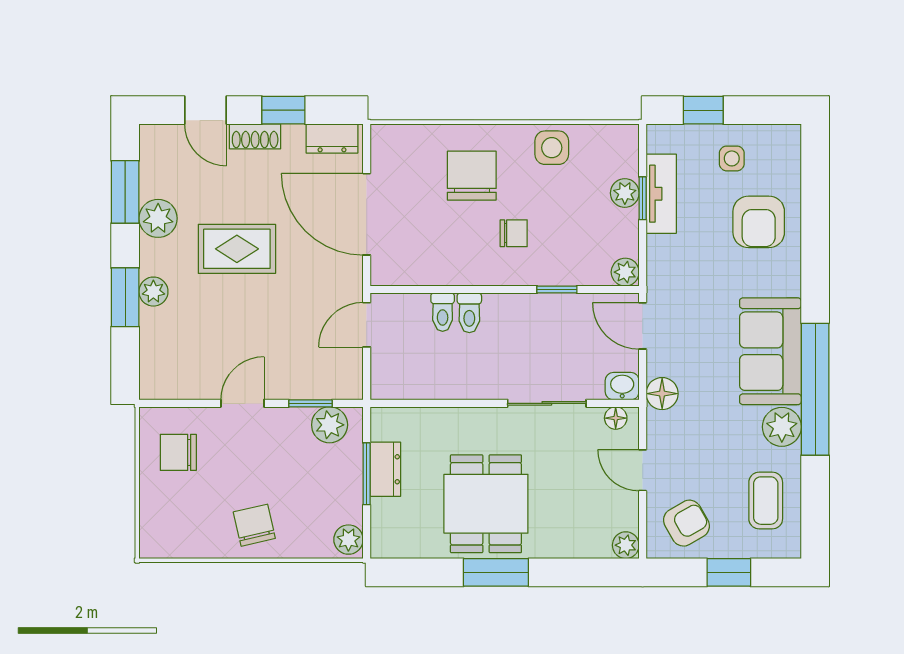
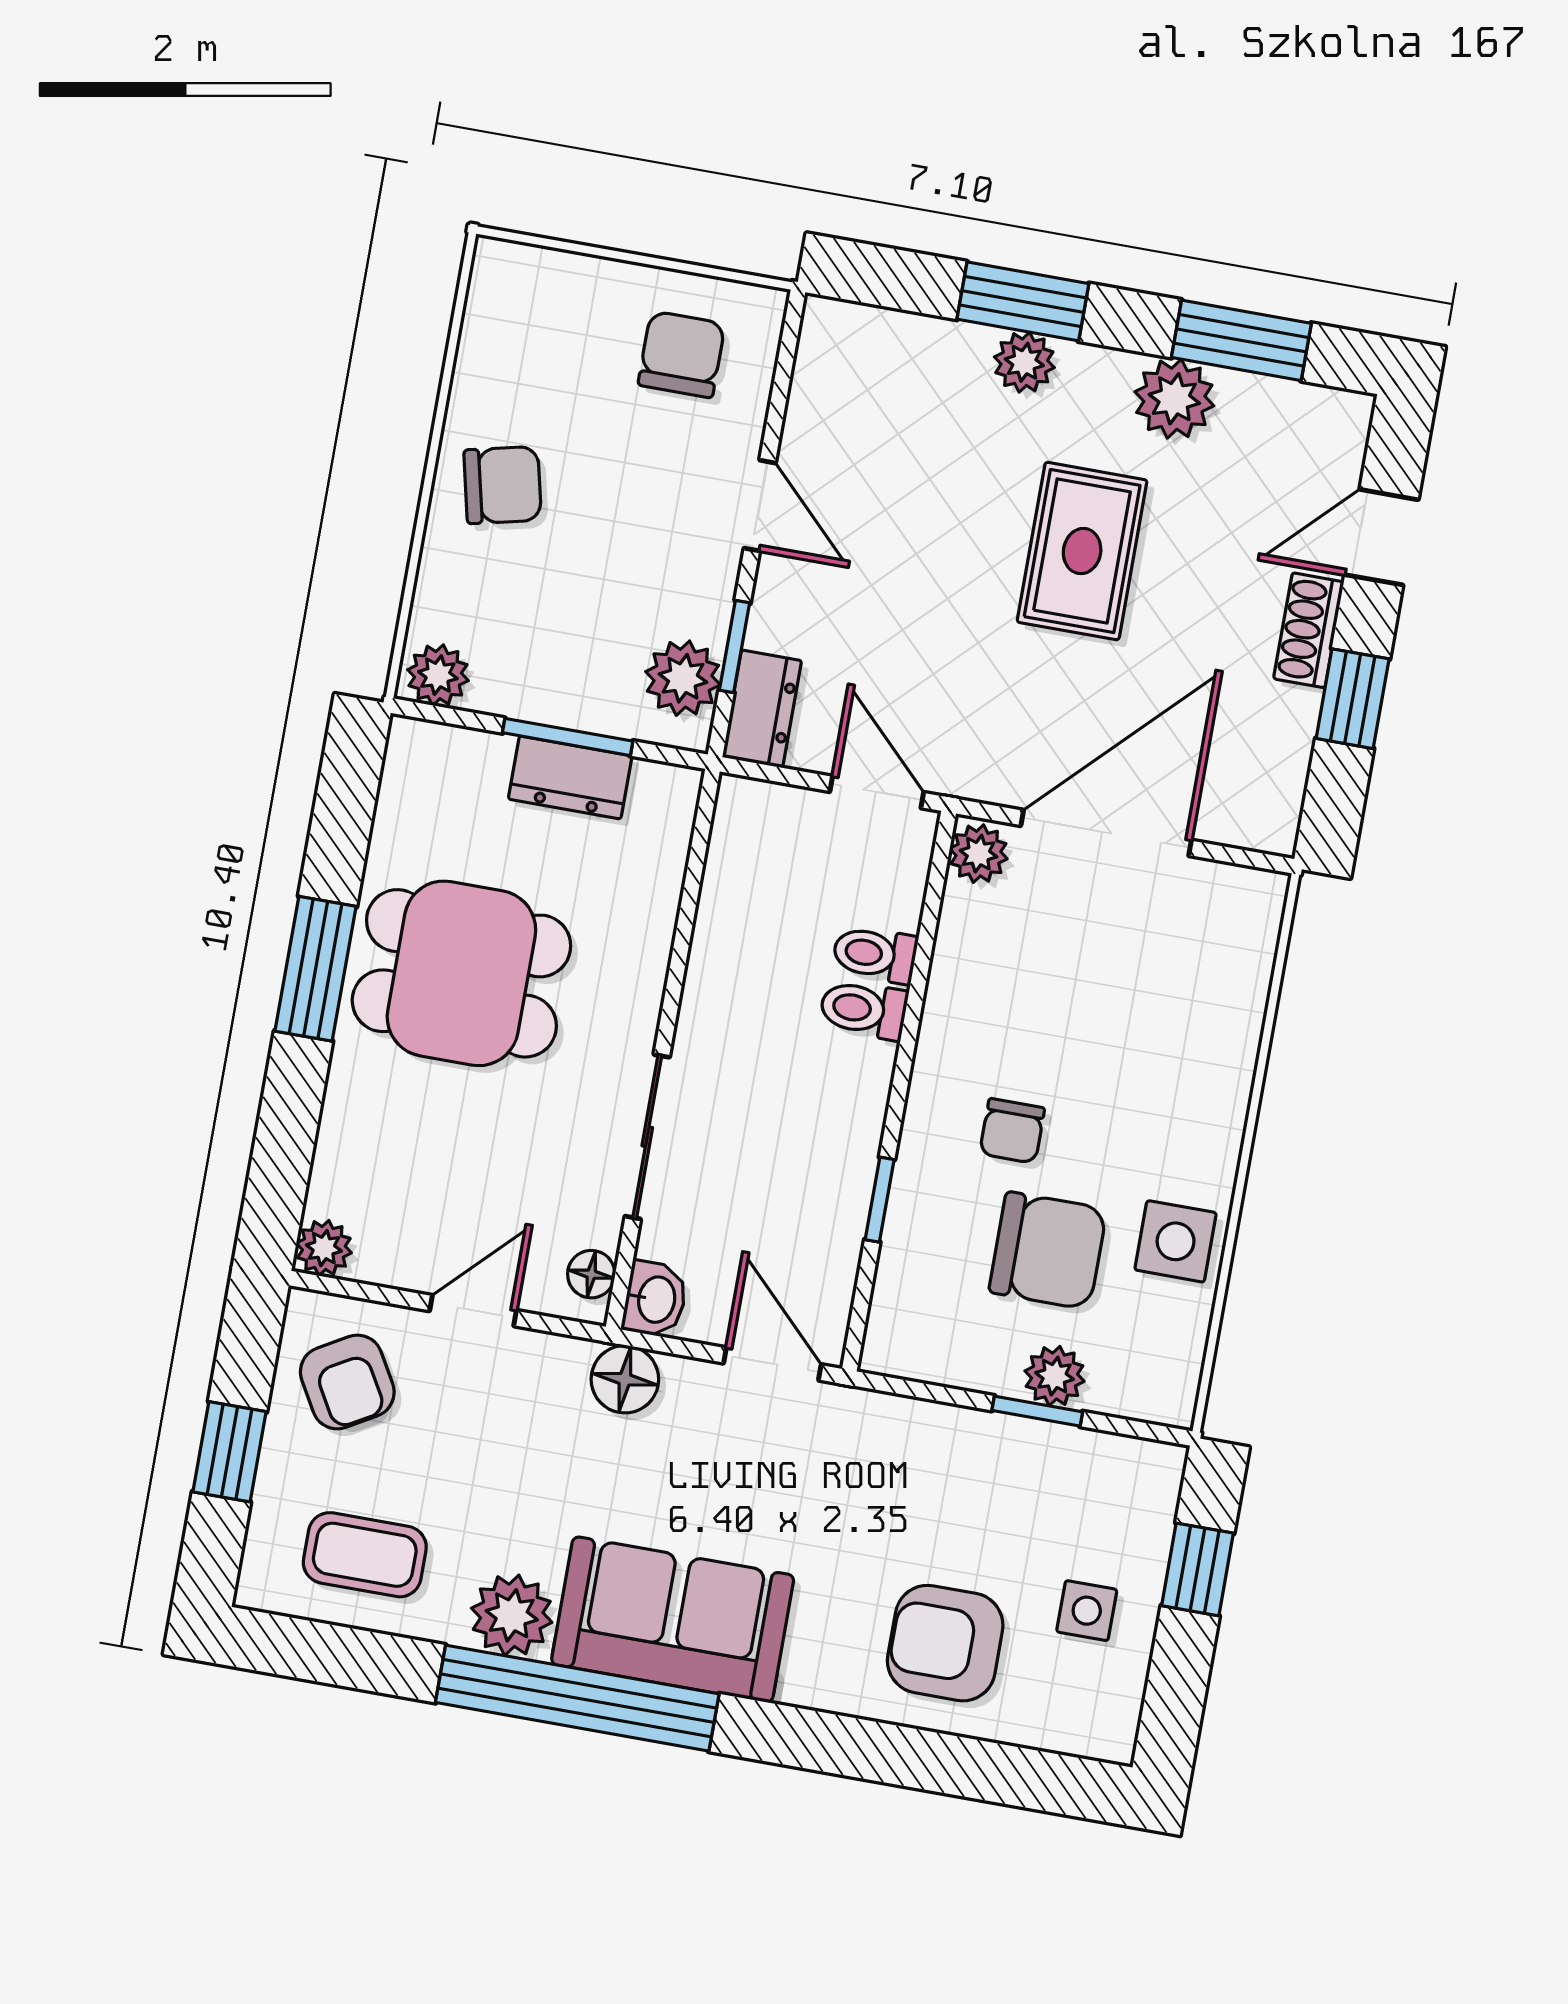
dresser: (332, 138) -> (762, 709), moved, turned 180
chair: (472, 176) -> (1048, 1251), moved
tv unit: (661, 194) -> (1040, 1451), removed
plant: (625, 272) -> (978, 854), moved
door: (643, 326) -> (772, 1364), hinge flipped

